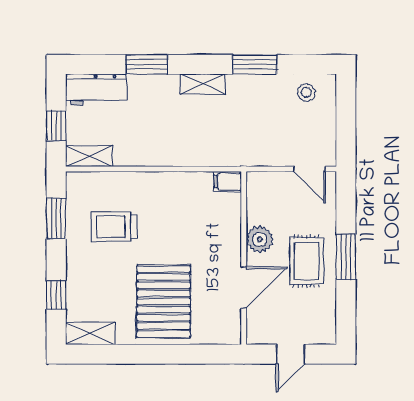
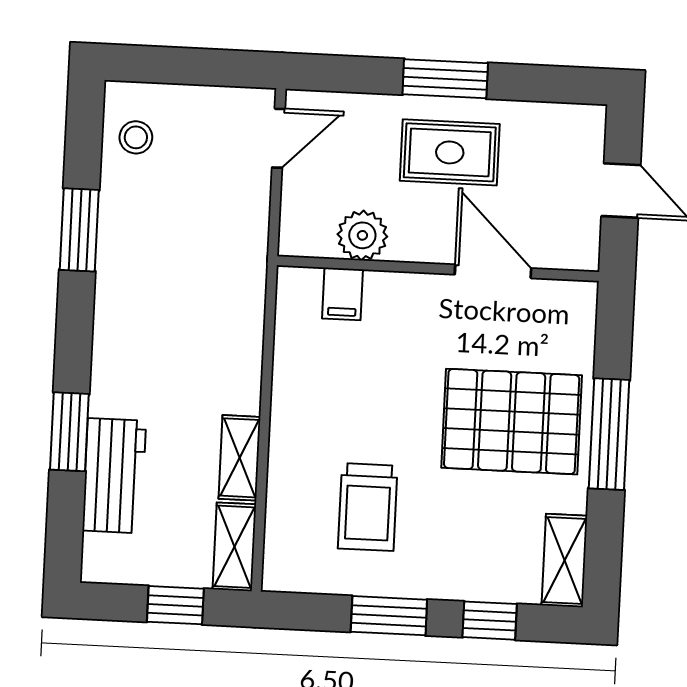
shelving: (203, 84) -> (239, 458), moved
workbench: (96, 90) -> (114, 476), moved
filing cabinet: (228, 182) -> (343, 294), moved
window: (56, 219) -> (389, 616), moved
plant: (260, 239) -> (362, 235), moved
window: (159, 354) -> (609, 434), added

